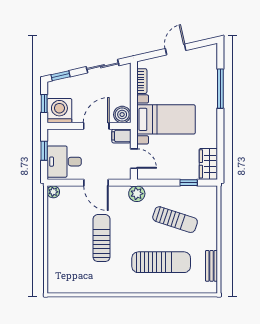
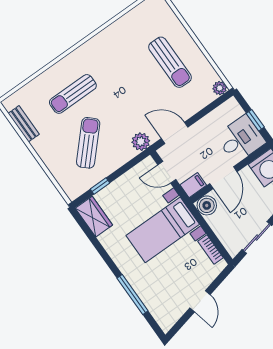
desk: (64, 162) -> (241, 139), moved
door: (96, 183) -> (175, 133), moved
sun lounger: (175, 220) -> (88, 143), turned 115
sun lounger: (102, 238) -> (170, 62), moved
sun lounger: (161, 262) -> (73, 94), width x0.73, depth x0.75

